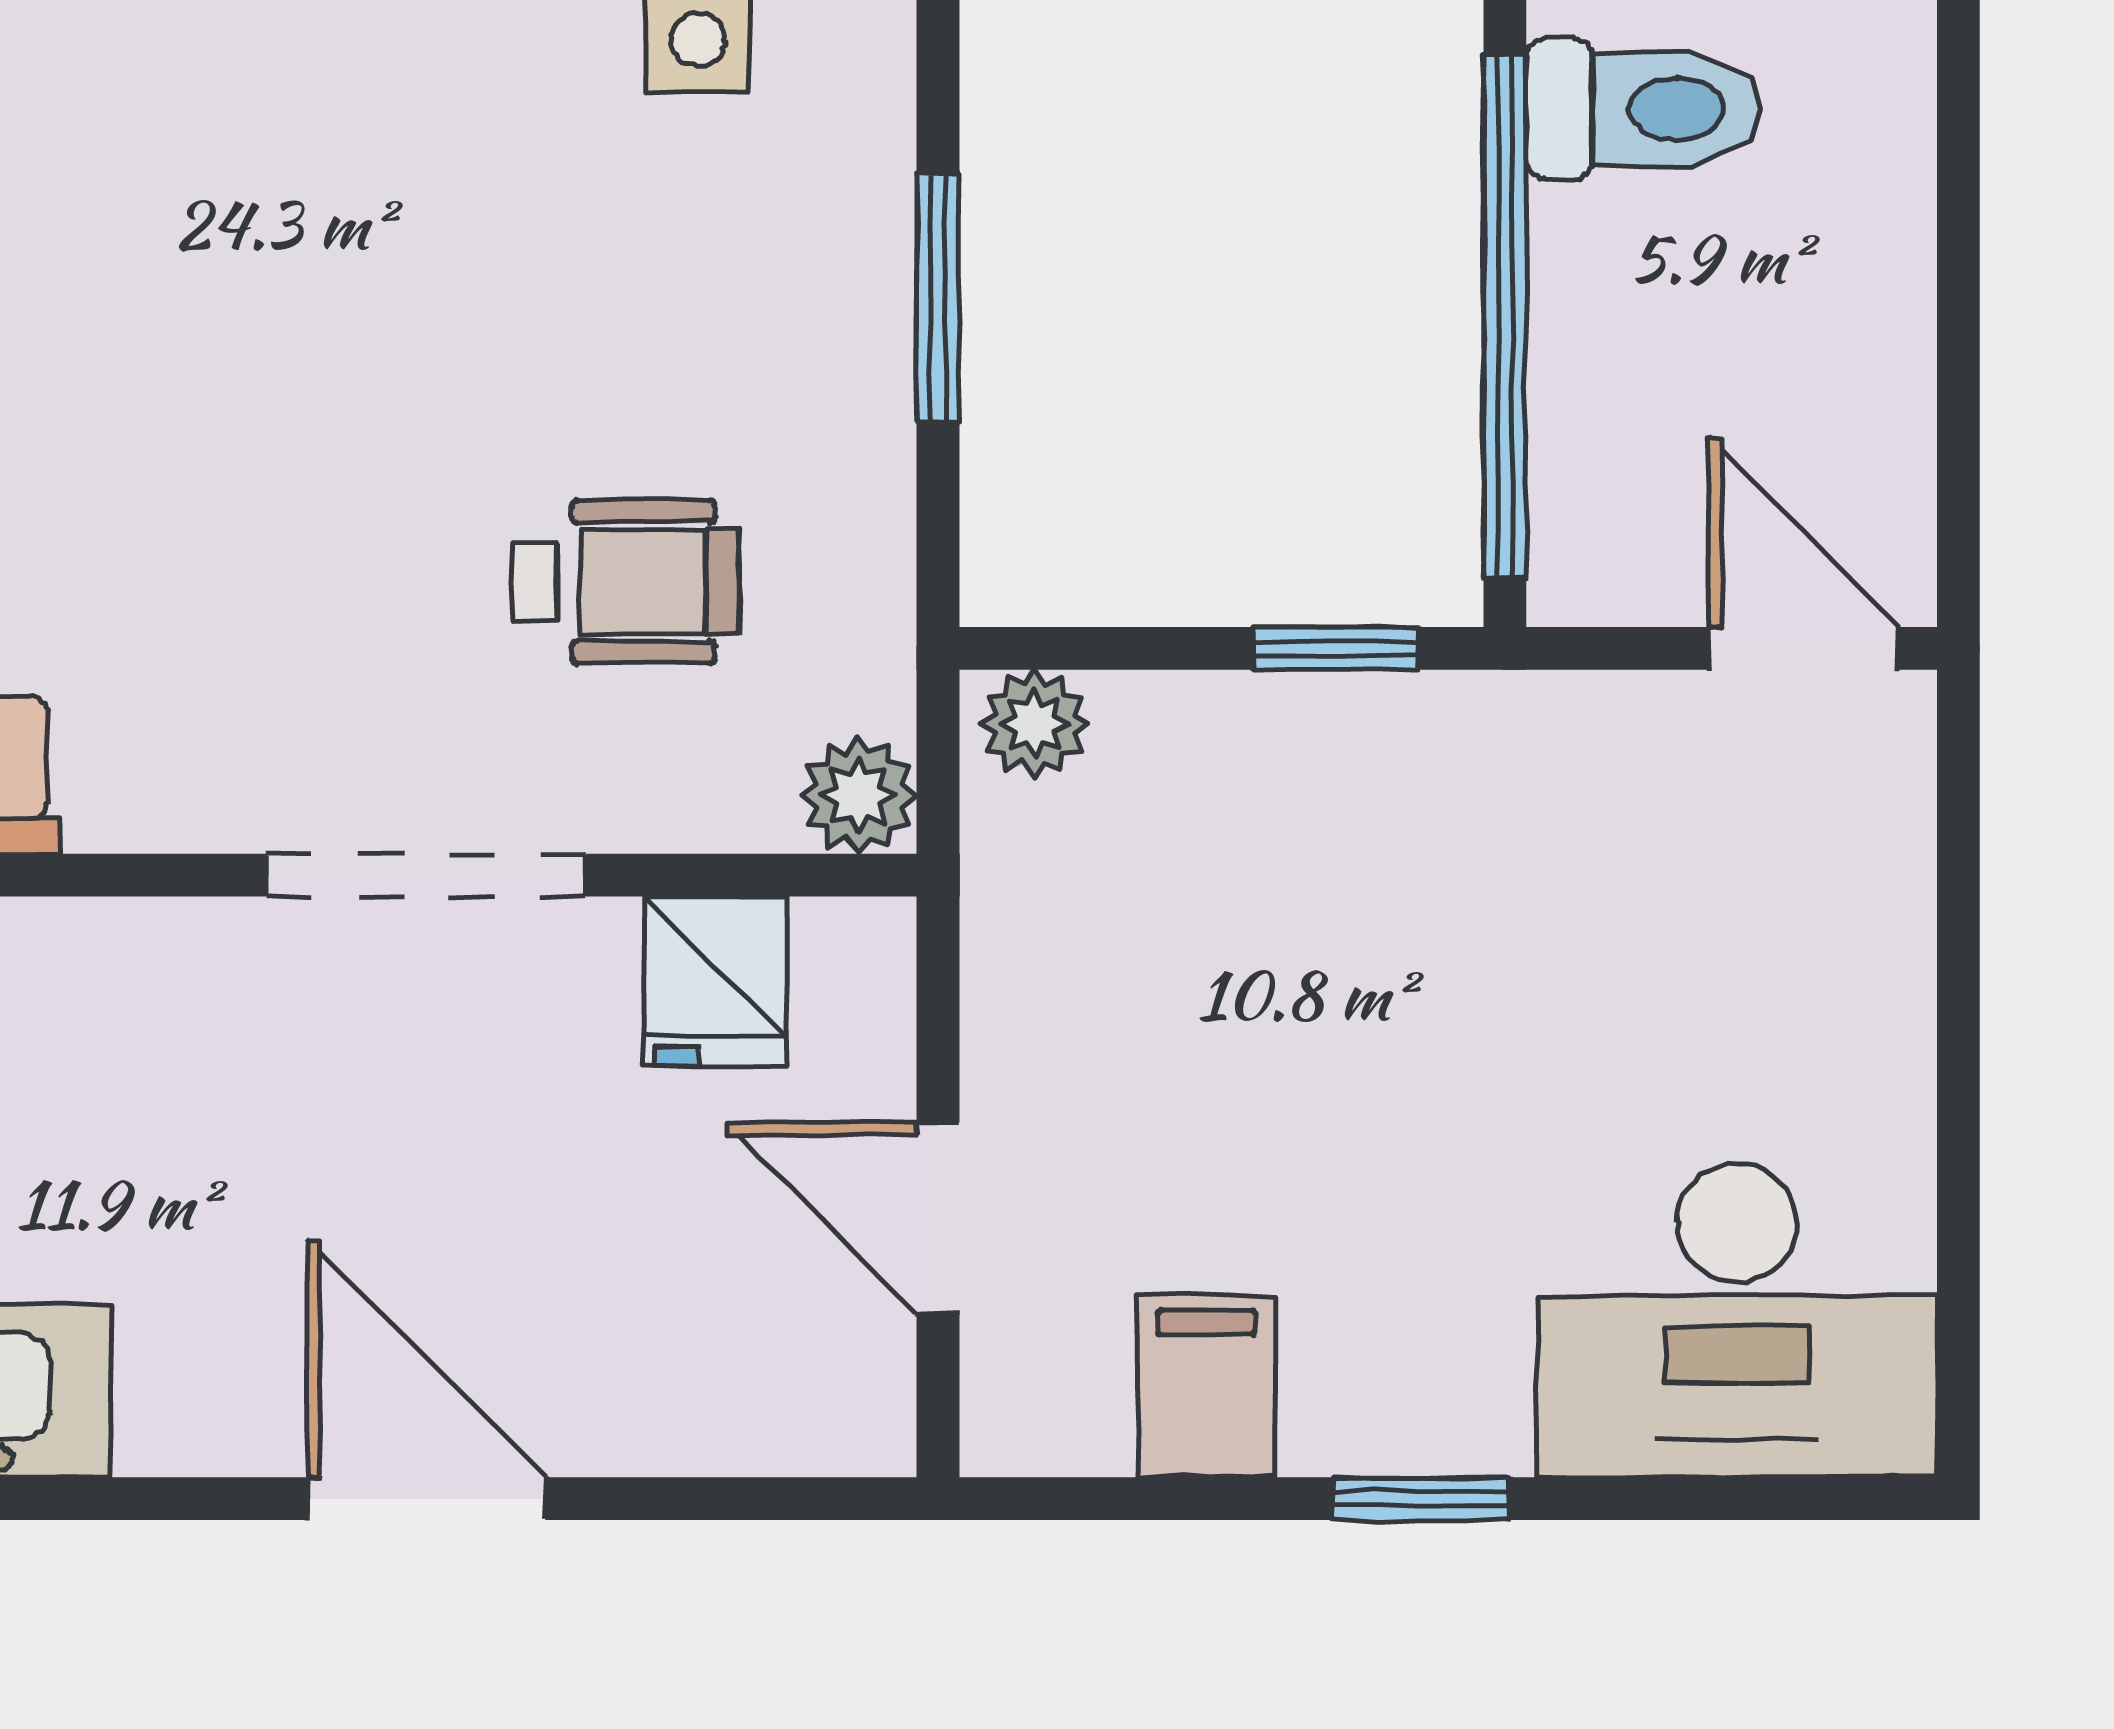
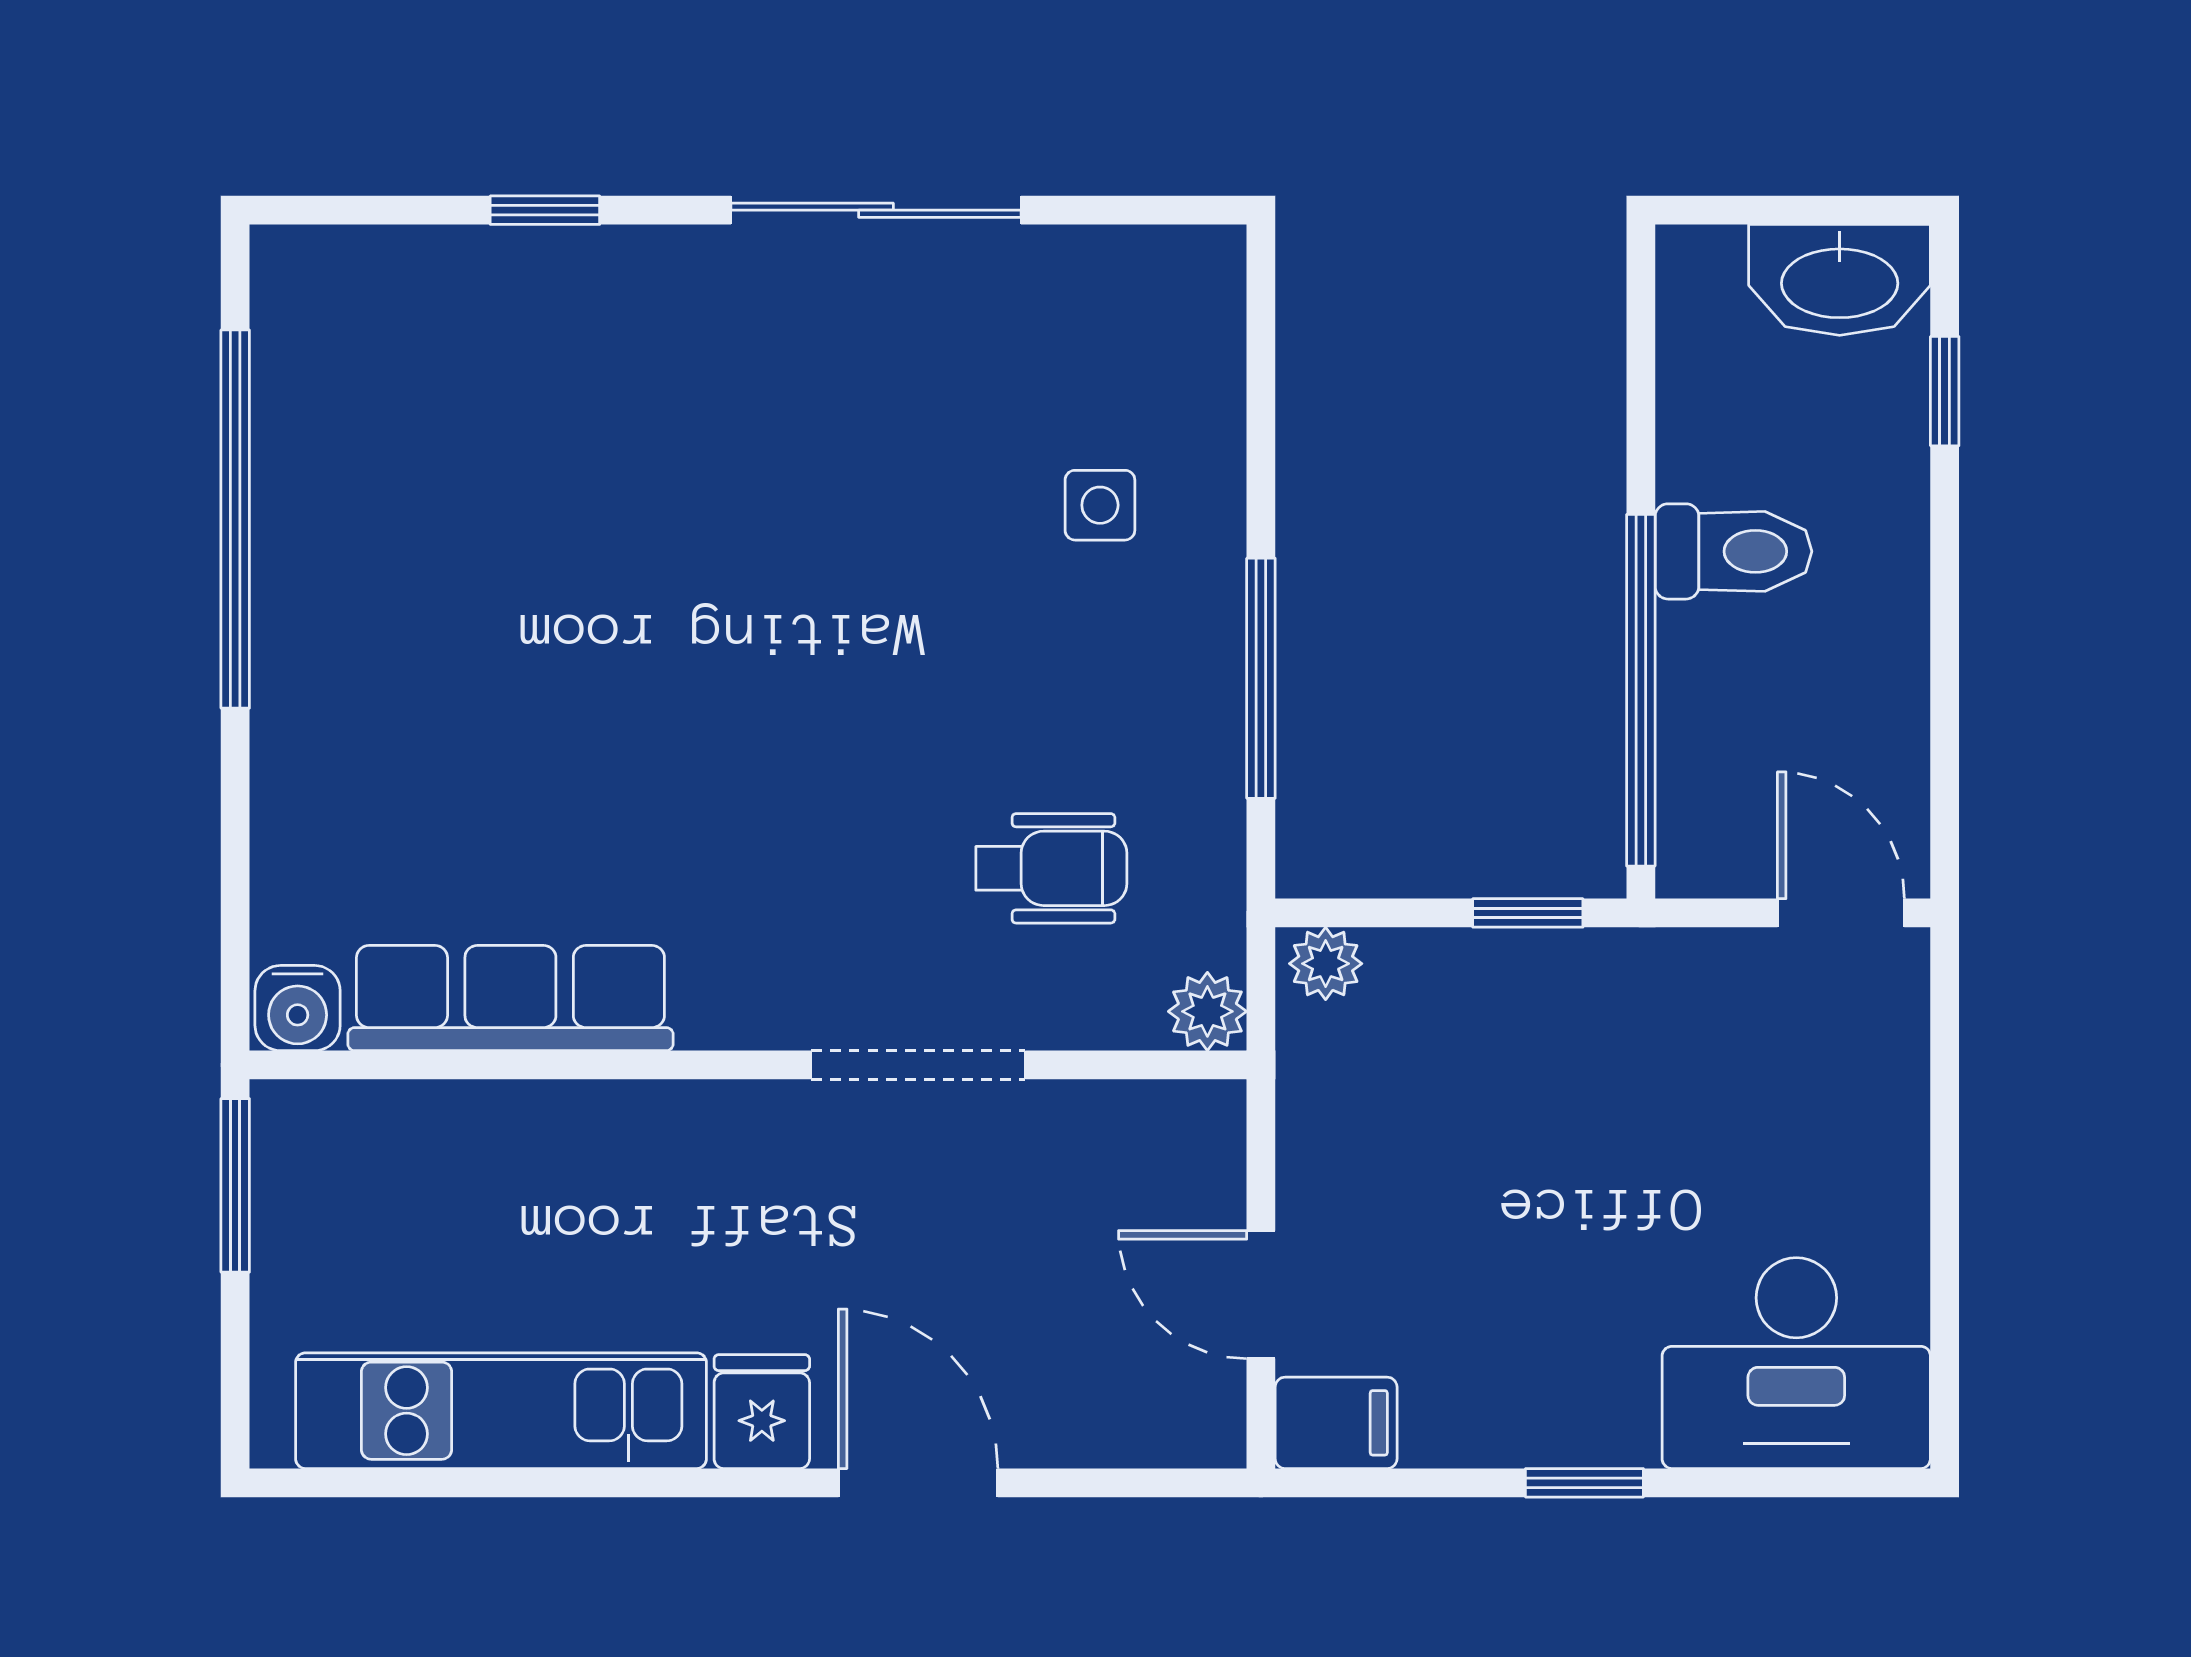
window: (938, 298) -> (1261, 678), width x1.44
fridge: (715, 981) -> (762, 1412), moved, turned 180
filing cabinet: (1207, 1387) -> (1336, 1423), moved, turned 90

